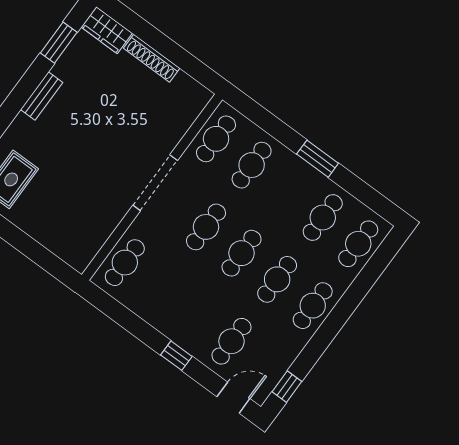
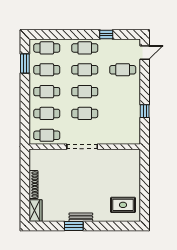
window: (59, 43) -> (74, 226), moved
window: (318, 159) -> (25, 64), moved
cafe table: (125, 263) -> (47, 92), moved
window: (176, 356) -> (145, 111), moved
window: (287, 387) -> (106, 34), moved
door: (233, 398) -> (145, 52), swing flipped

